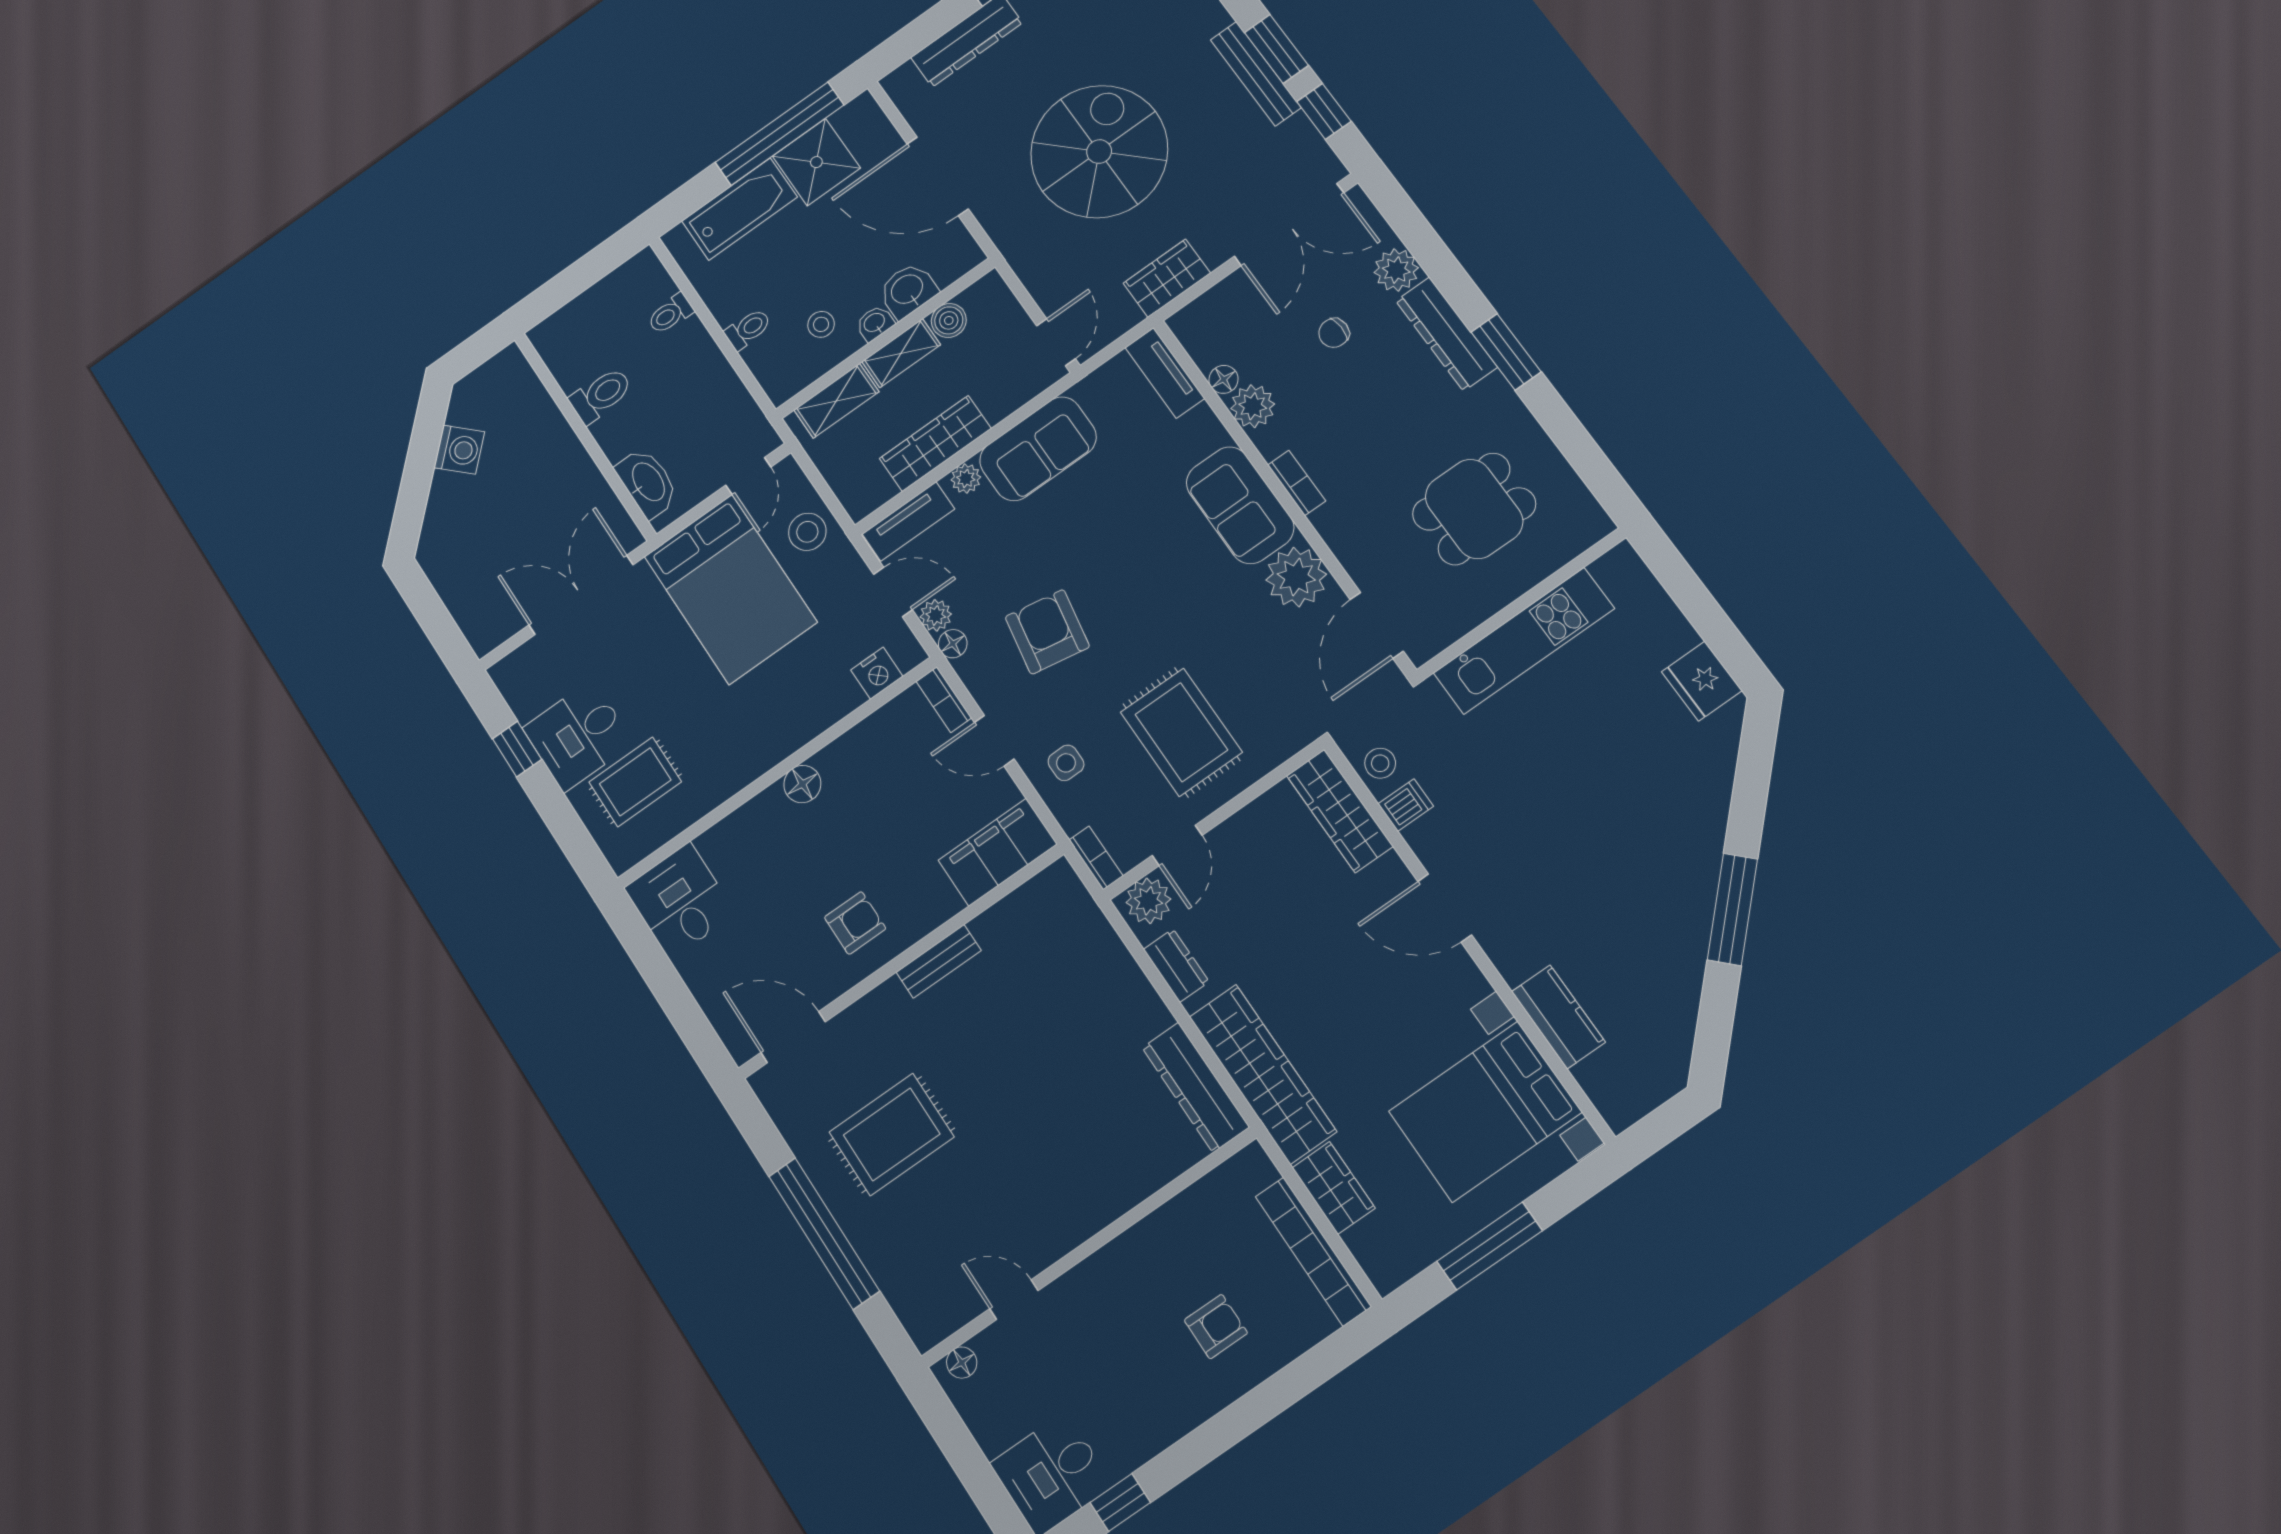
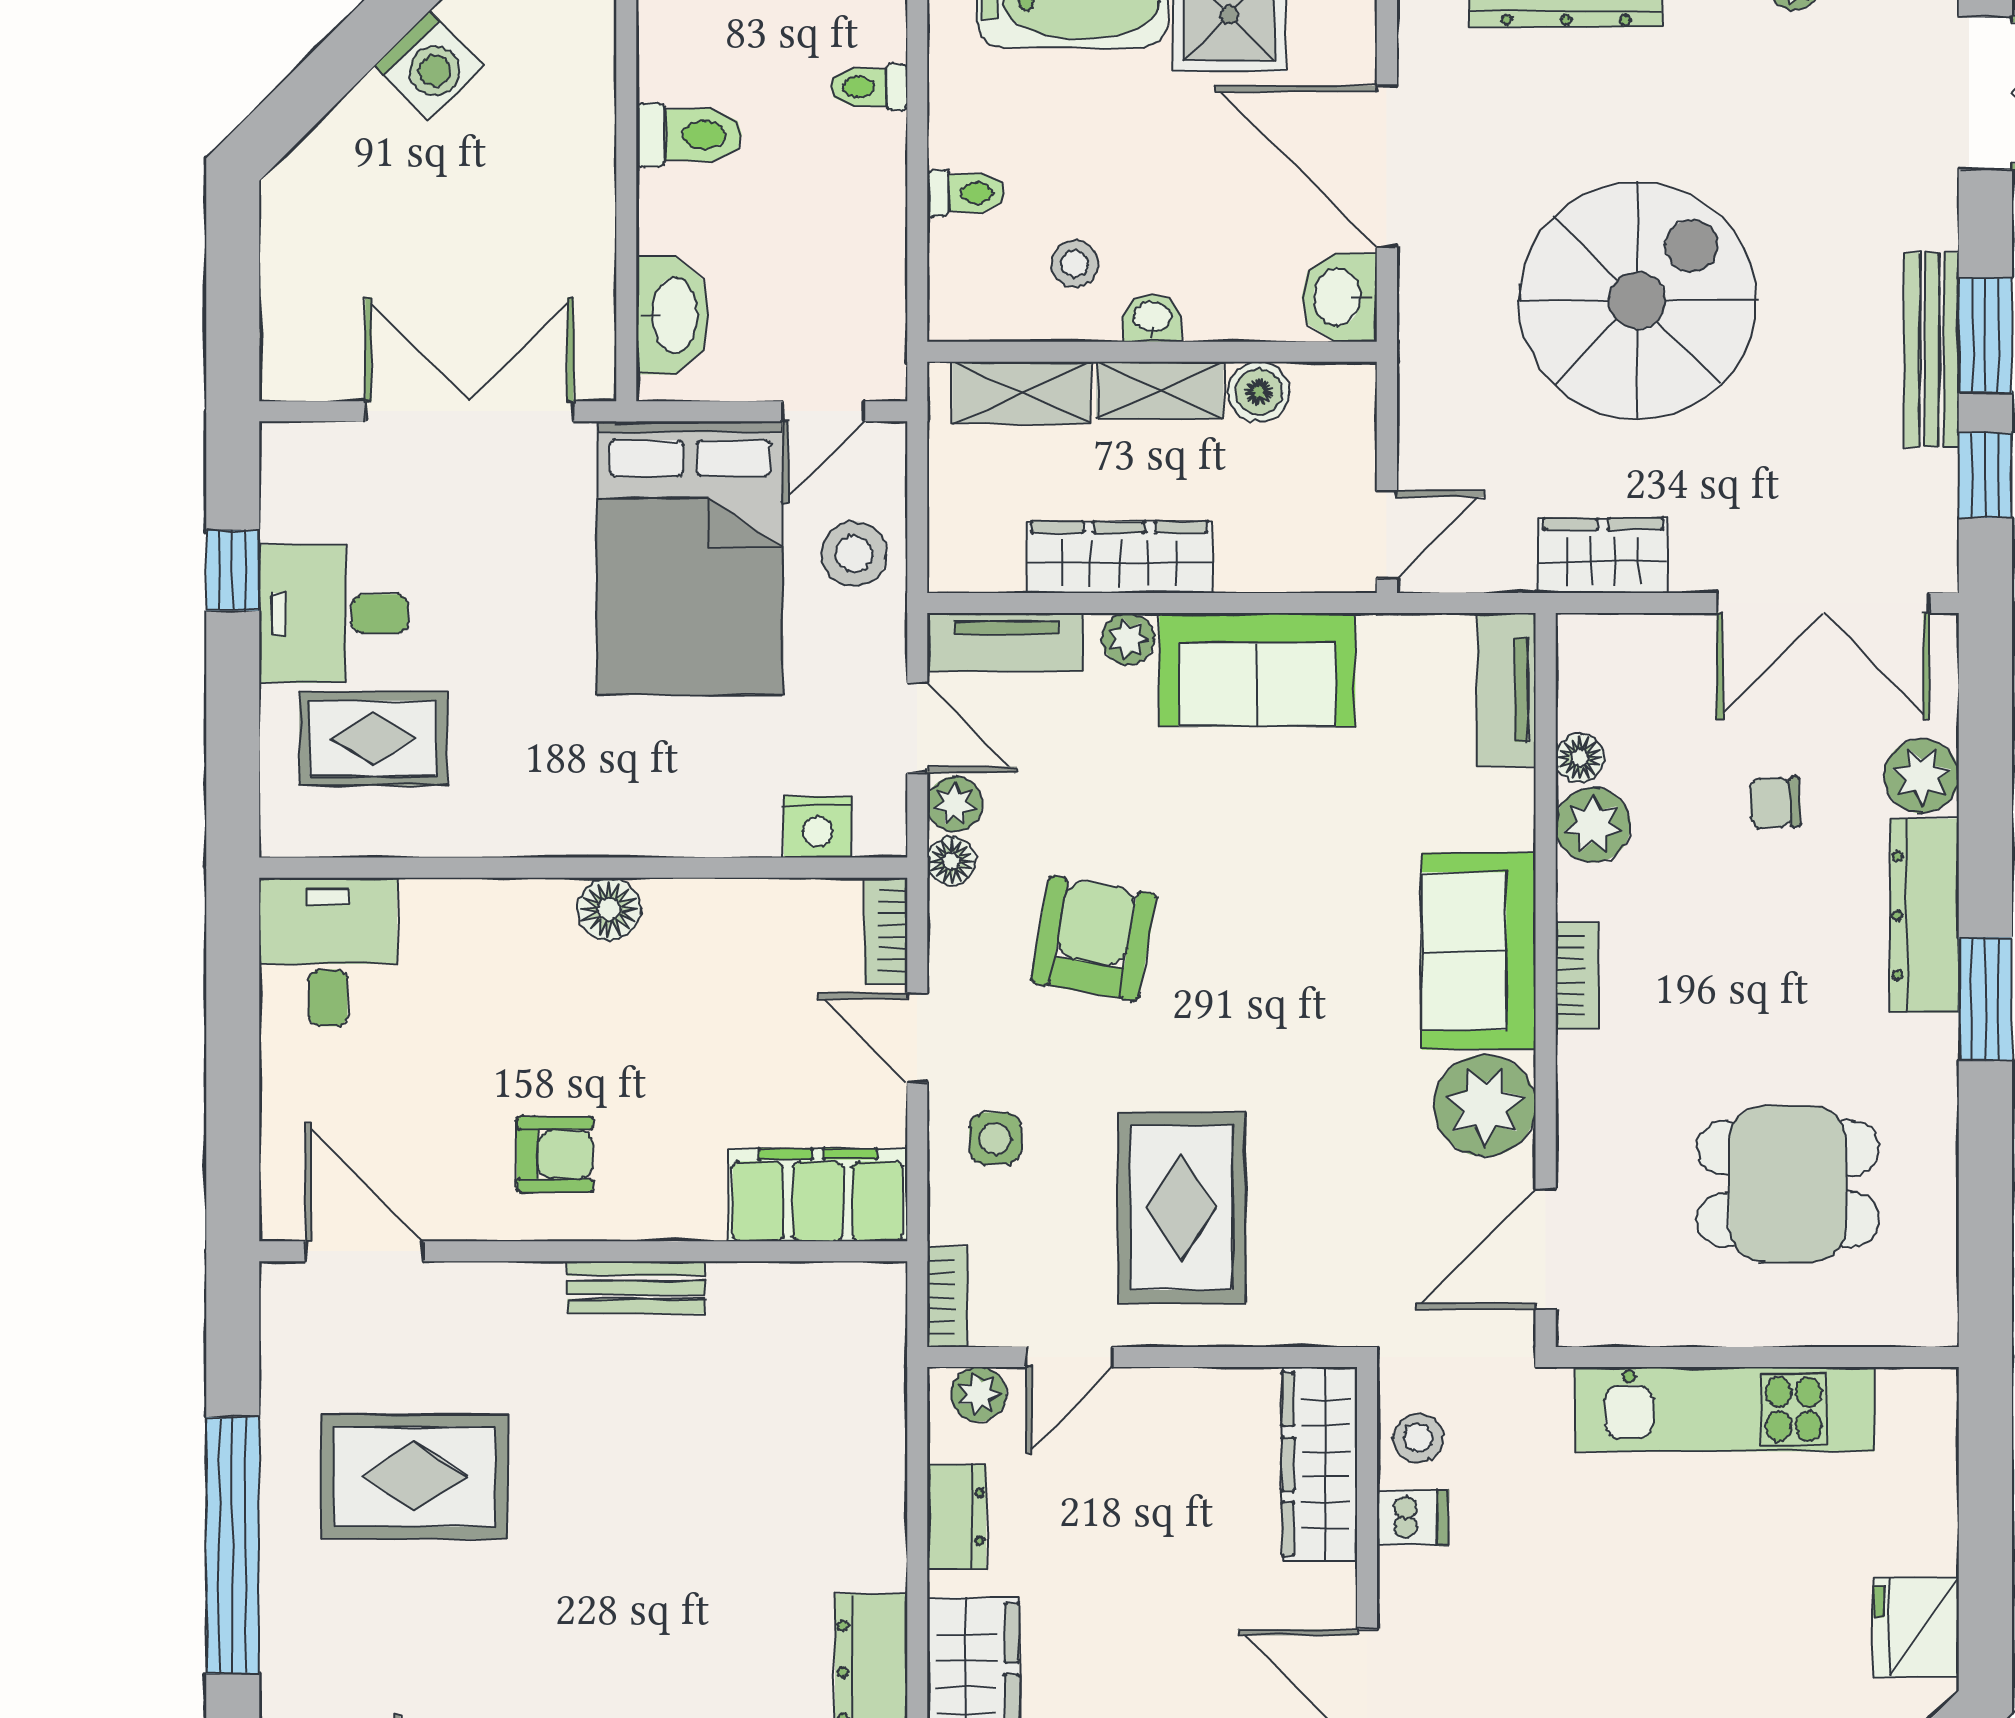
washbasin: (908, 290) -> (1339, 297), moved, turned -90
plant: (1148, 901) -> (979, 1394), width x0.73, depth x0.73

